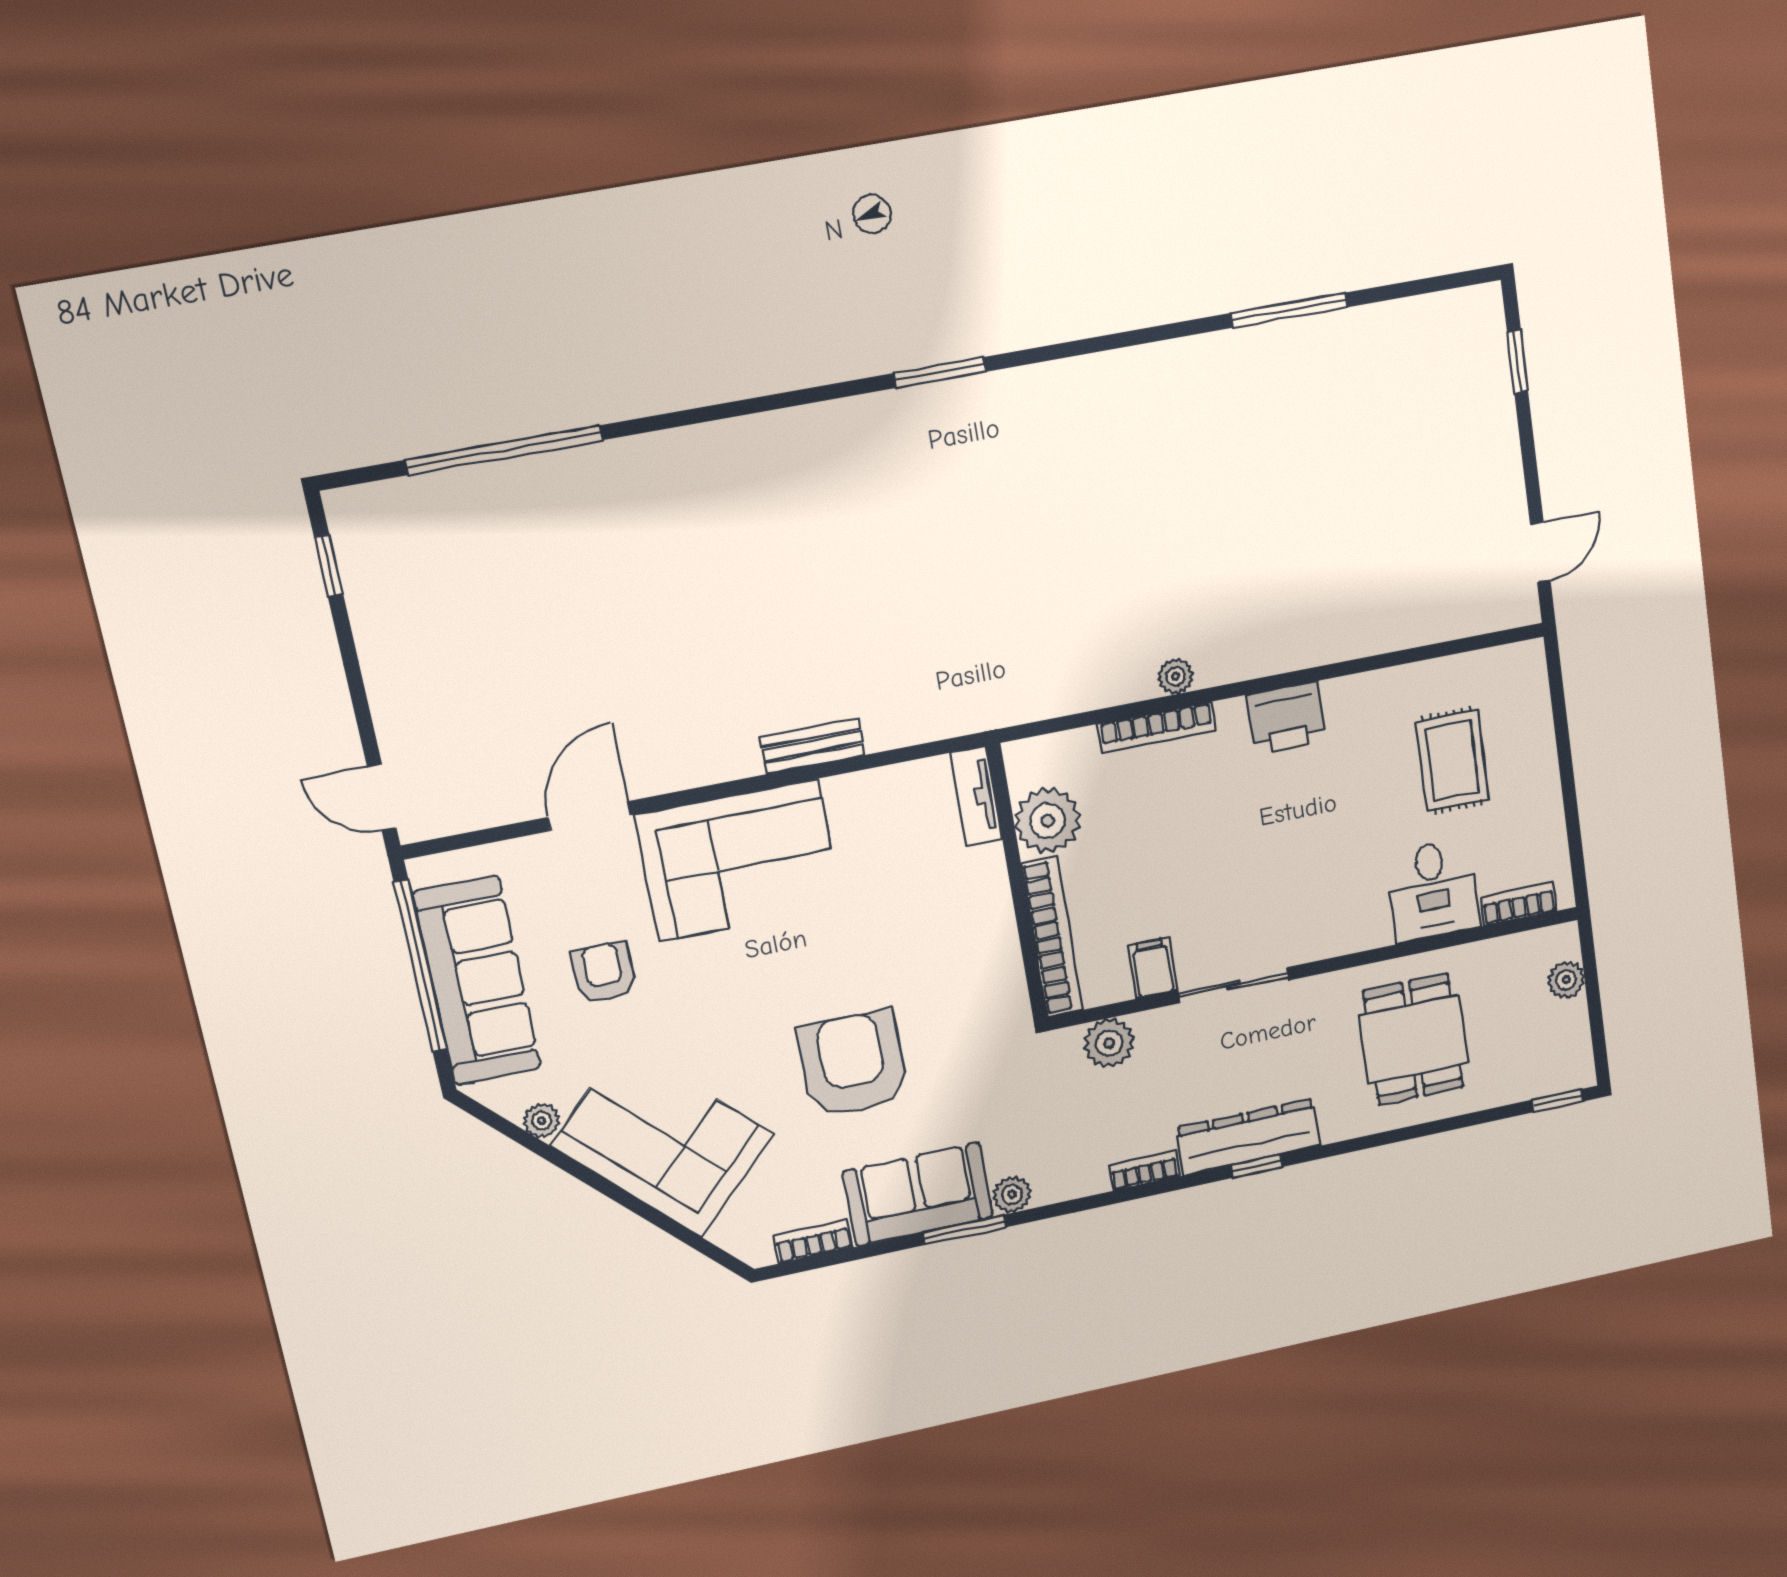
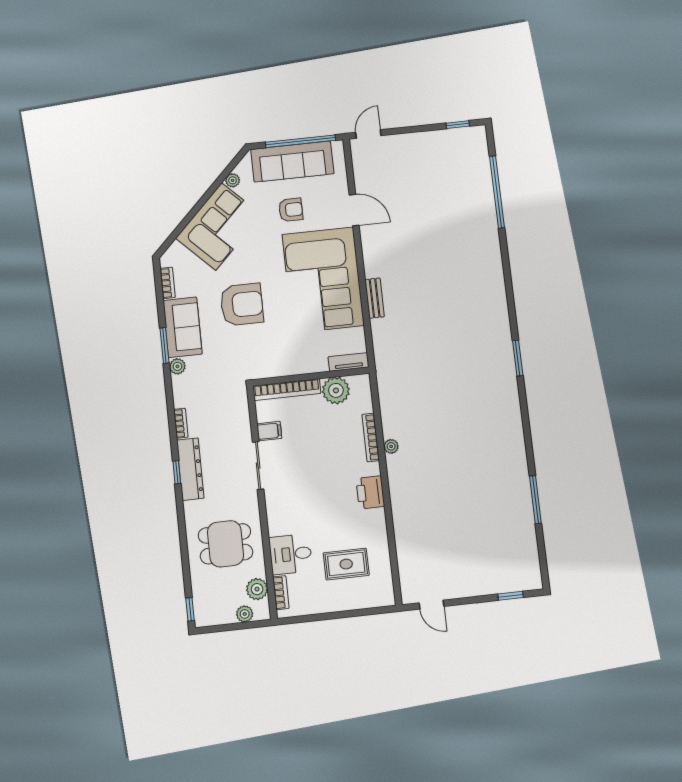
corner sofa: (739, 860) -> (323, 280), width x1.36, depth x1.36
plant: (1109, 1043) -> (257, 589), moved

